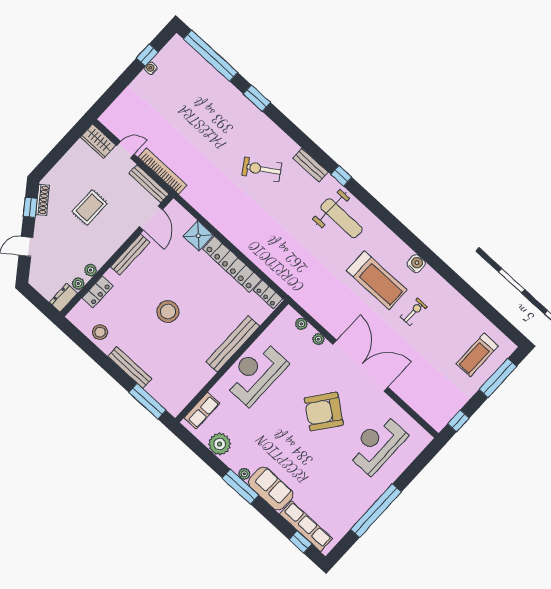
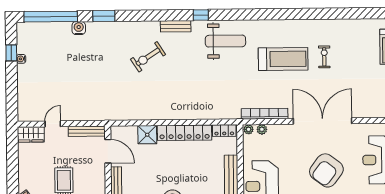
bookcase: (163, 171) -> (265, 114), moved
water cooler: (416, 264) -> (79, 28), moved
plant: (318, 339) -> (249, 129), moved

